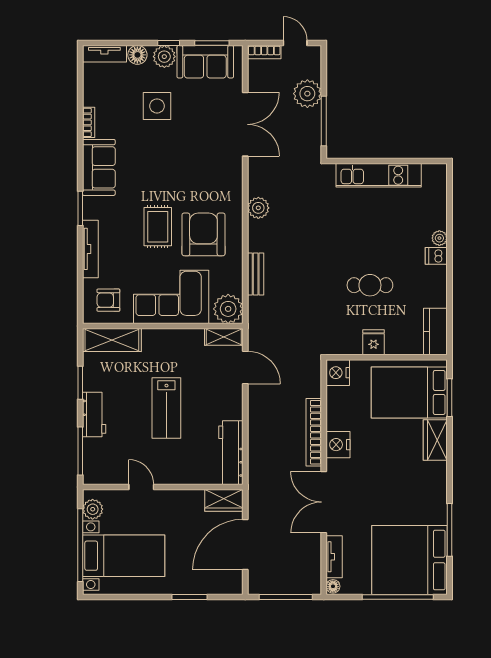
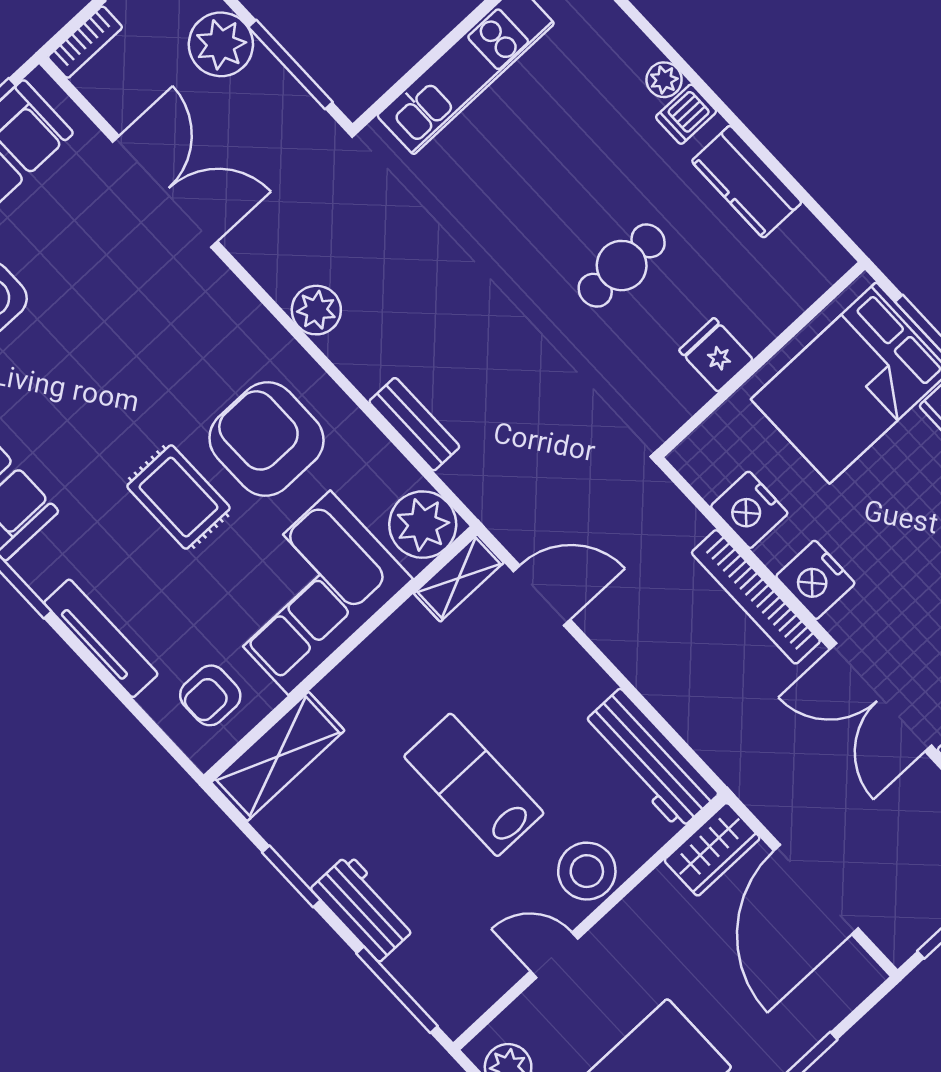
kitchen counter: (435, 332) -> (747, 182), moved
nightstand: (338, 373) -> (749, 510), moved
lab bench: (166, 408) -> (474, 785), turned 180
stool: (177, 470) -> (587, 871), added

